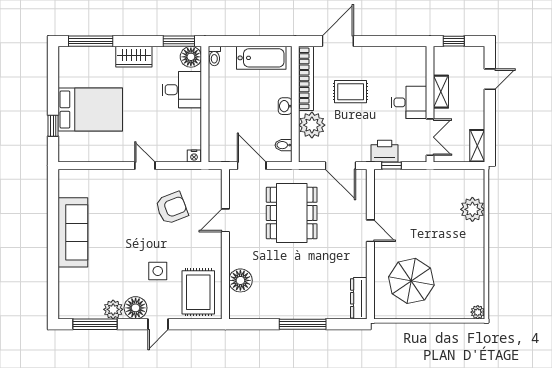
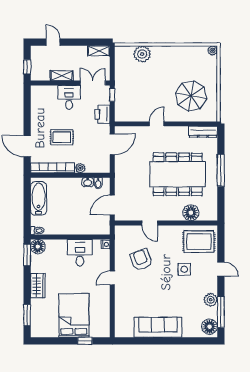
window: (91, 41) -> (27, 315), width x0.69
desk: (182, 90) -> (80, 253), moved
rug: (351, 92) -> (62, 137), turned 90
washbasin: (285, 106) -> (88, 182), moved
plant: (312, 125) -> (80, 168), width x0.53, depth x0.53
window: (392, 166) -> (112, 95), moved
dining table: (292, 213) -> (178, 174), moved, width x1.36, depth x1.24
floor lamp: (136, 308) -> (210, 327), moved

